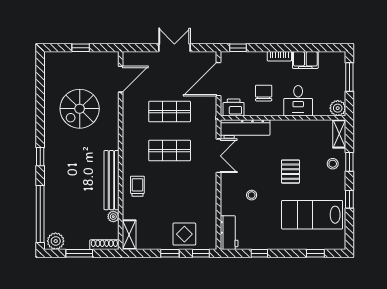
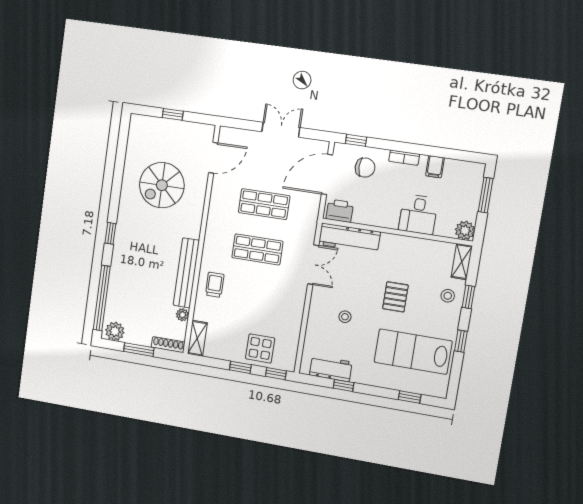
filing cabinet: (305, 60) -> (435, 167), width x0.50
chair: (264, 93) -> (365, 168), moved, turned 90
workbench: (229, 233) -> (331, 368), moved, turned -90

